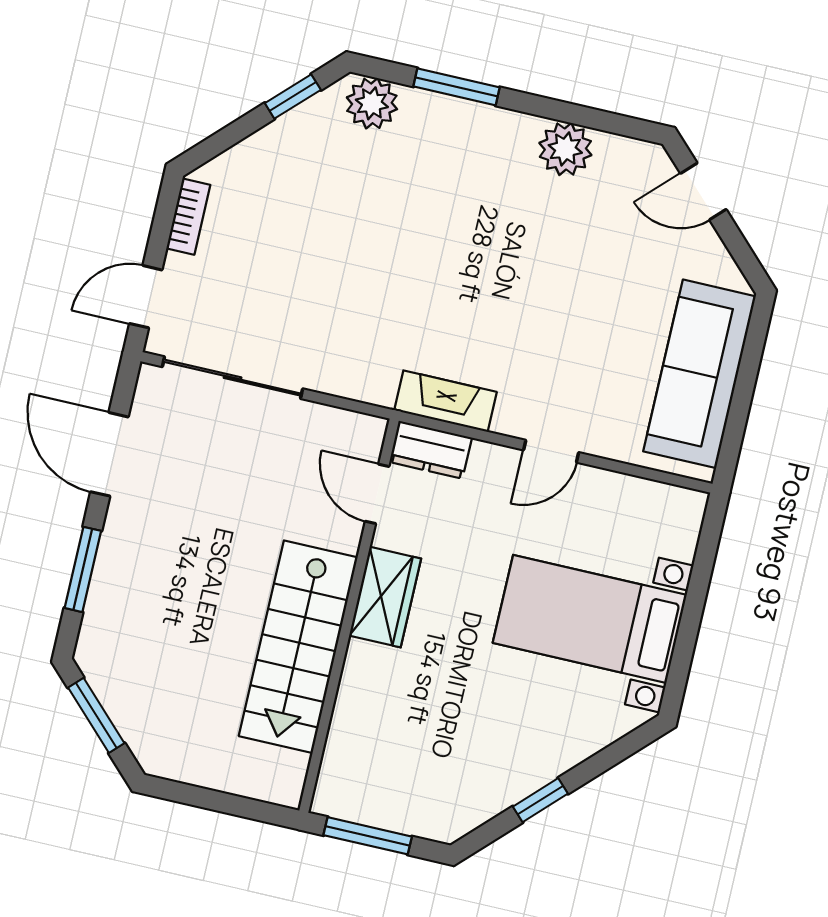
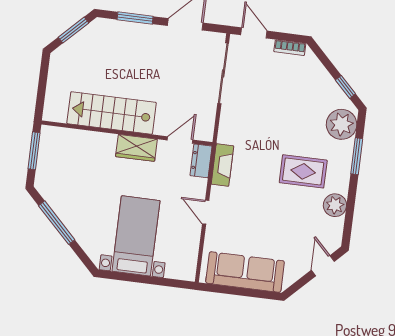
plant: (372, 103) -> (342, 124), width x1.36, depth x1.36
rug: (479, 215) -> (303, 171), added
window: (540, 800) -> (57, 223), width x2.17

